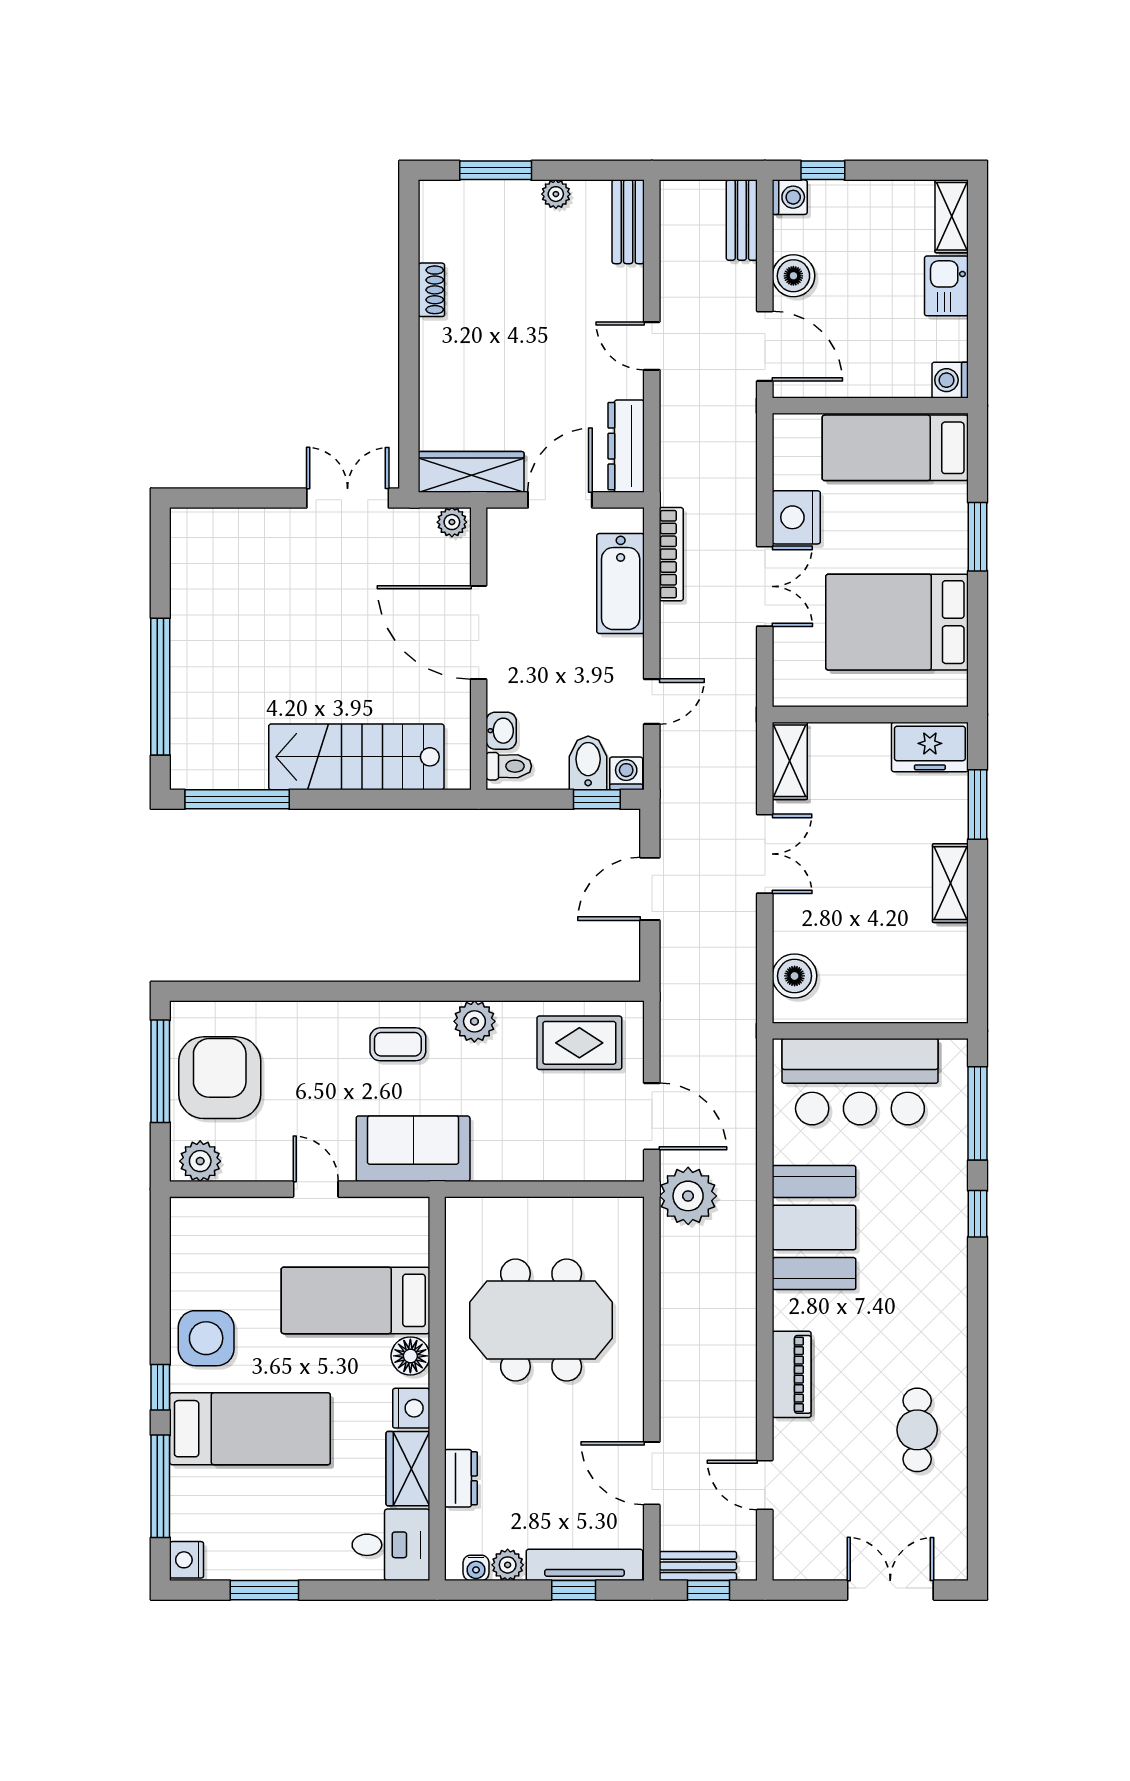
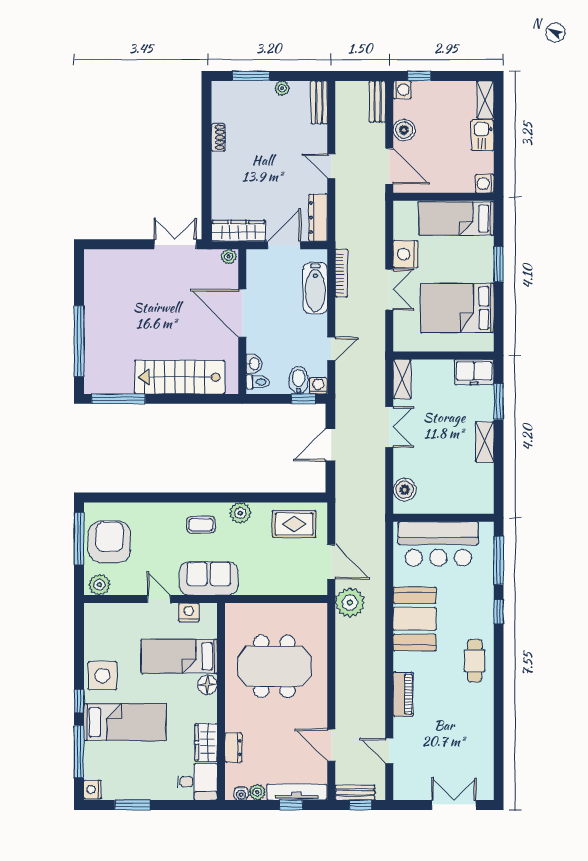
nightstand: (411, 1408) -> (189, 612), moved, turned -90
cafe table: (917, 1430) -> (475, 661), moved

